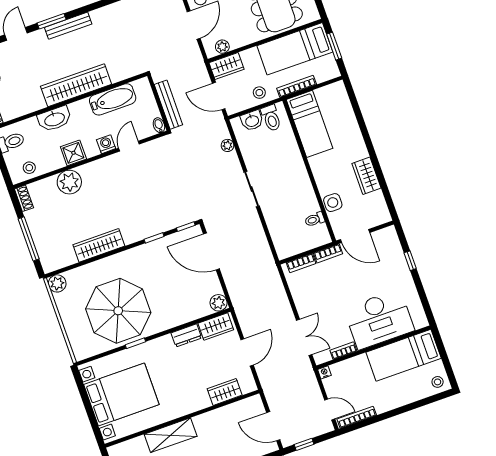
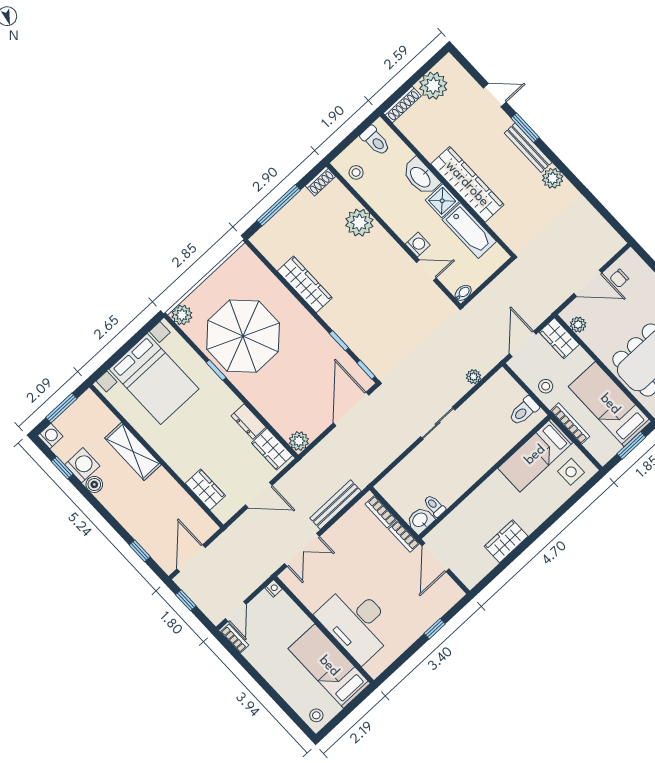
plant: (100, 17) -> (553, 178), added
bench: (168, 105) -> (336, 505), moved
washbasin: (252, 121) -> (420, 520), moved, turned 90
shower: (73, 153) -> (442, 201), moved
side table: (333, 203) -> (571, 472), moved
plant: (57, 283) -> (182, 315), moved
bookcase: (343, 351) -> (306, 599), removed
bookcase: (357, 417) -> (235, 638), width x0.64

